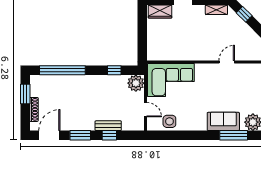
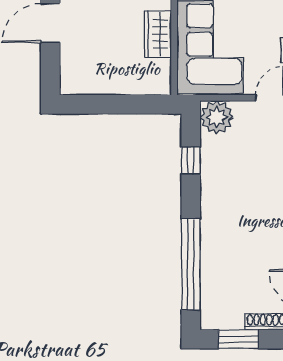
wardrobe: (160, 11) -> (158, 34), moved, turned 180

